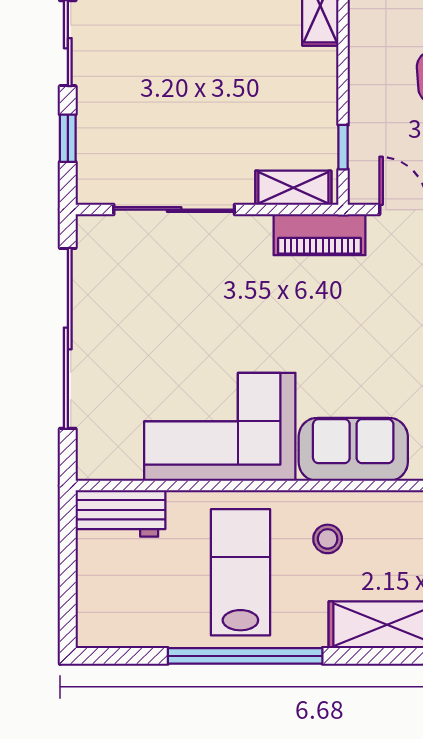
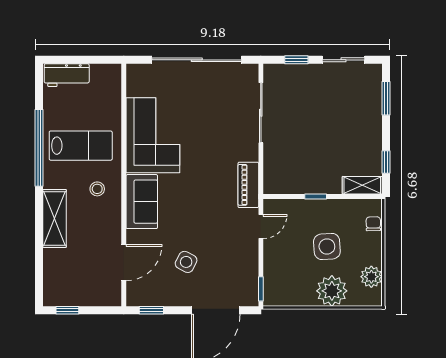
window: (343, 147) -> (316, 197), moved
shelving: (293, 188) -> (272, 172), removed
workbench: (120, 513) -> (67, 75), moved, turned -90

